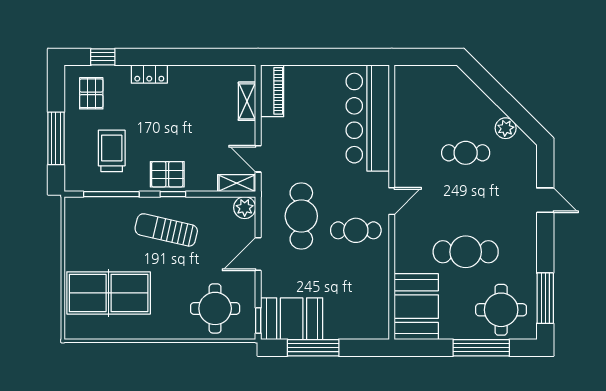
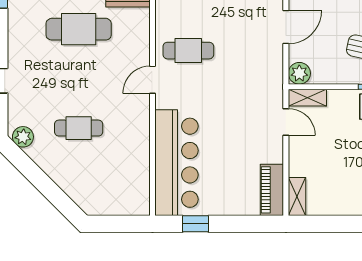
window: (349, 57) -> (196, 224), added
shelving: (247, 101) -> (297, 197), moved
plant: (506, 128) -> (23, 137), moved
cafe table: (301, 216) -> (243, 65), removed

